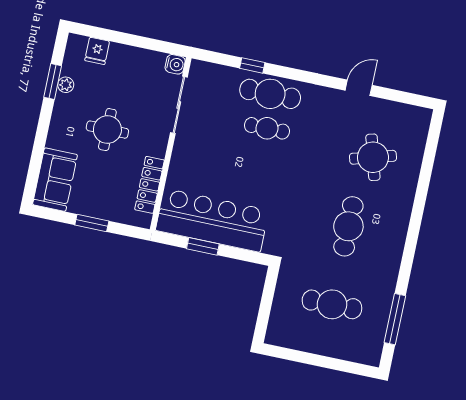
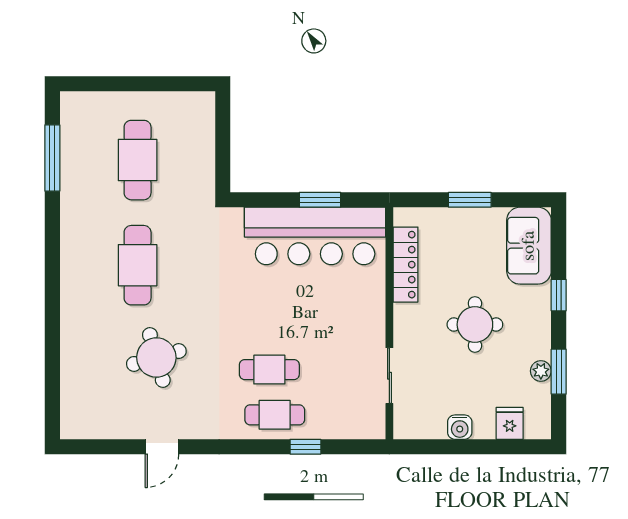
water cooler: (175, 64) -> (460, 427), moved, turned -90
cafe table: (270, 94) -> (275, 415), width x0.73, depth x0.74
sliding door: (179, 105) -> (389, 376), width x0.73
window: (41, 138) -> (559, 295), added
round table: (373, 157) -> (156, 357), moved
cafe table: (332, 304) -> (138, 160), turned 90

